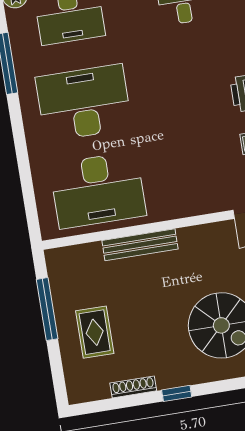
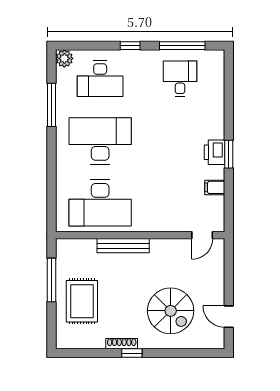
rug: (95, 332) -> (82, 301), width x1.36, depth x1.43
shoe rack: (133, 387) -> (122, 344), moved

